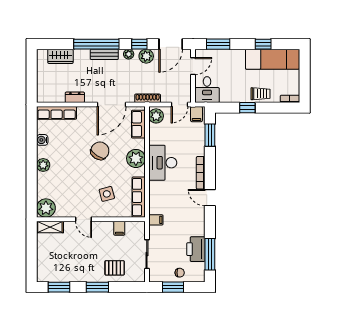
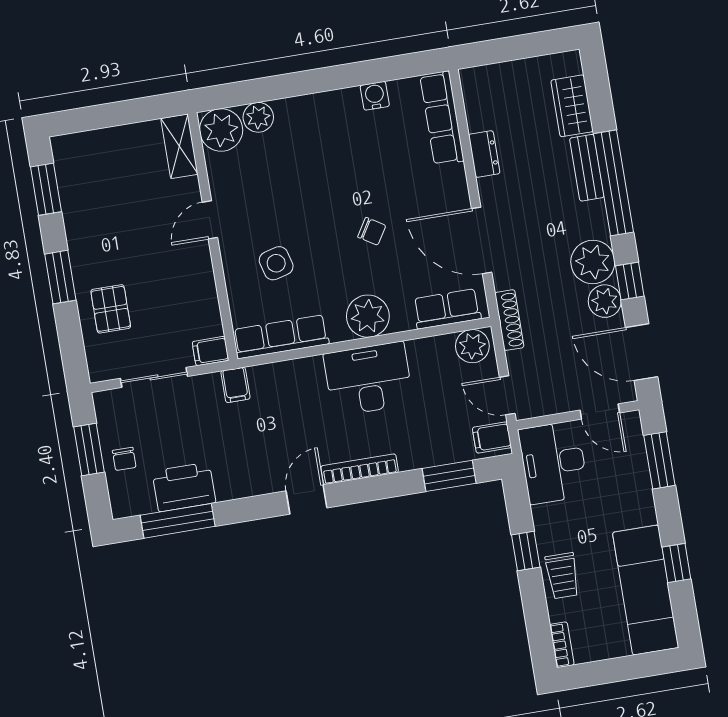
bench: (104, 54) -> (587, 168), moved
plant: (129, 54) -> (593, 262), width x1.87, depth x1.87
desk: (207, 90) -> (553, 463), width x1.37
chair: (100, 151) -> (372, 231), width x0.54, depth x0.54
plant: (43, 165) -> (258, 117), moved
filing cabinet: (119, 228) -> (210, 351), moved

